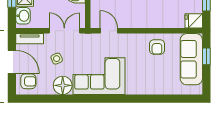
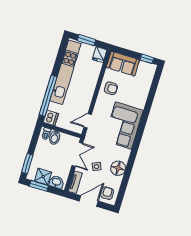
double door: (64, 31) -> (77, 154), swing flipped
window: (206, 56) -> (147, 59), moved
sofa: (191, 59) -> (123, 64), width x0.73
corner sofa: (99, 76) -> (123, 126), moved

